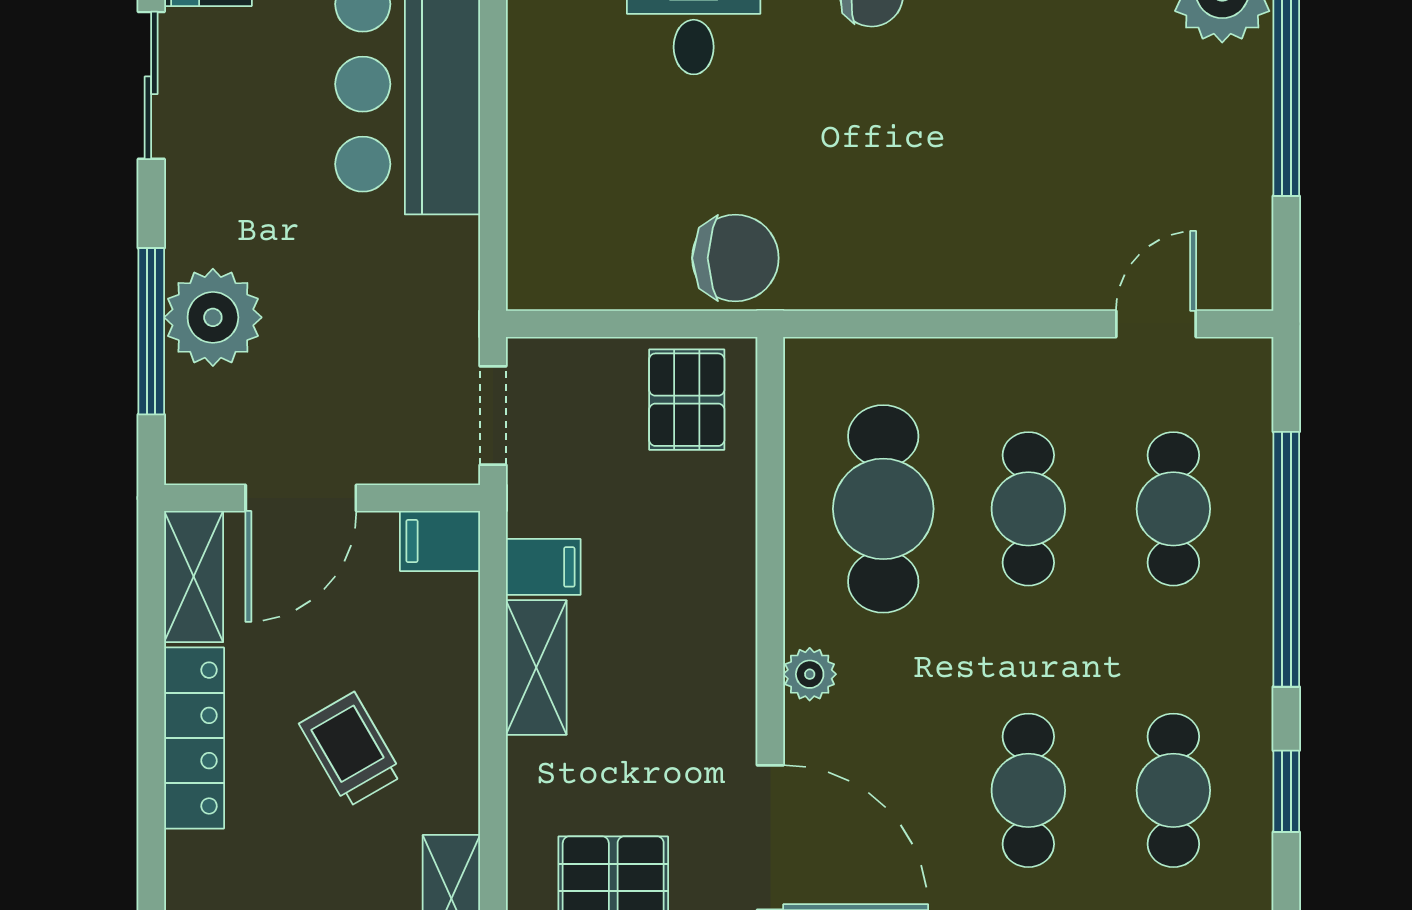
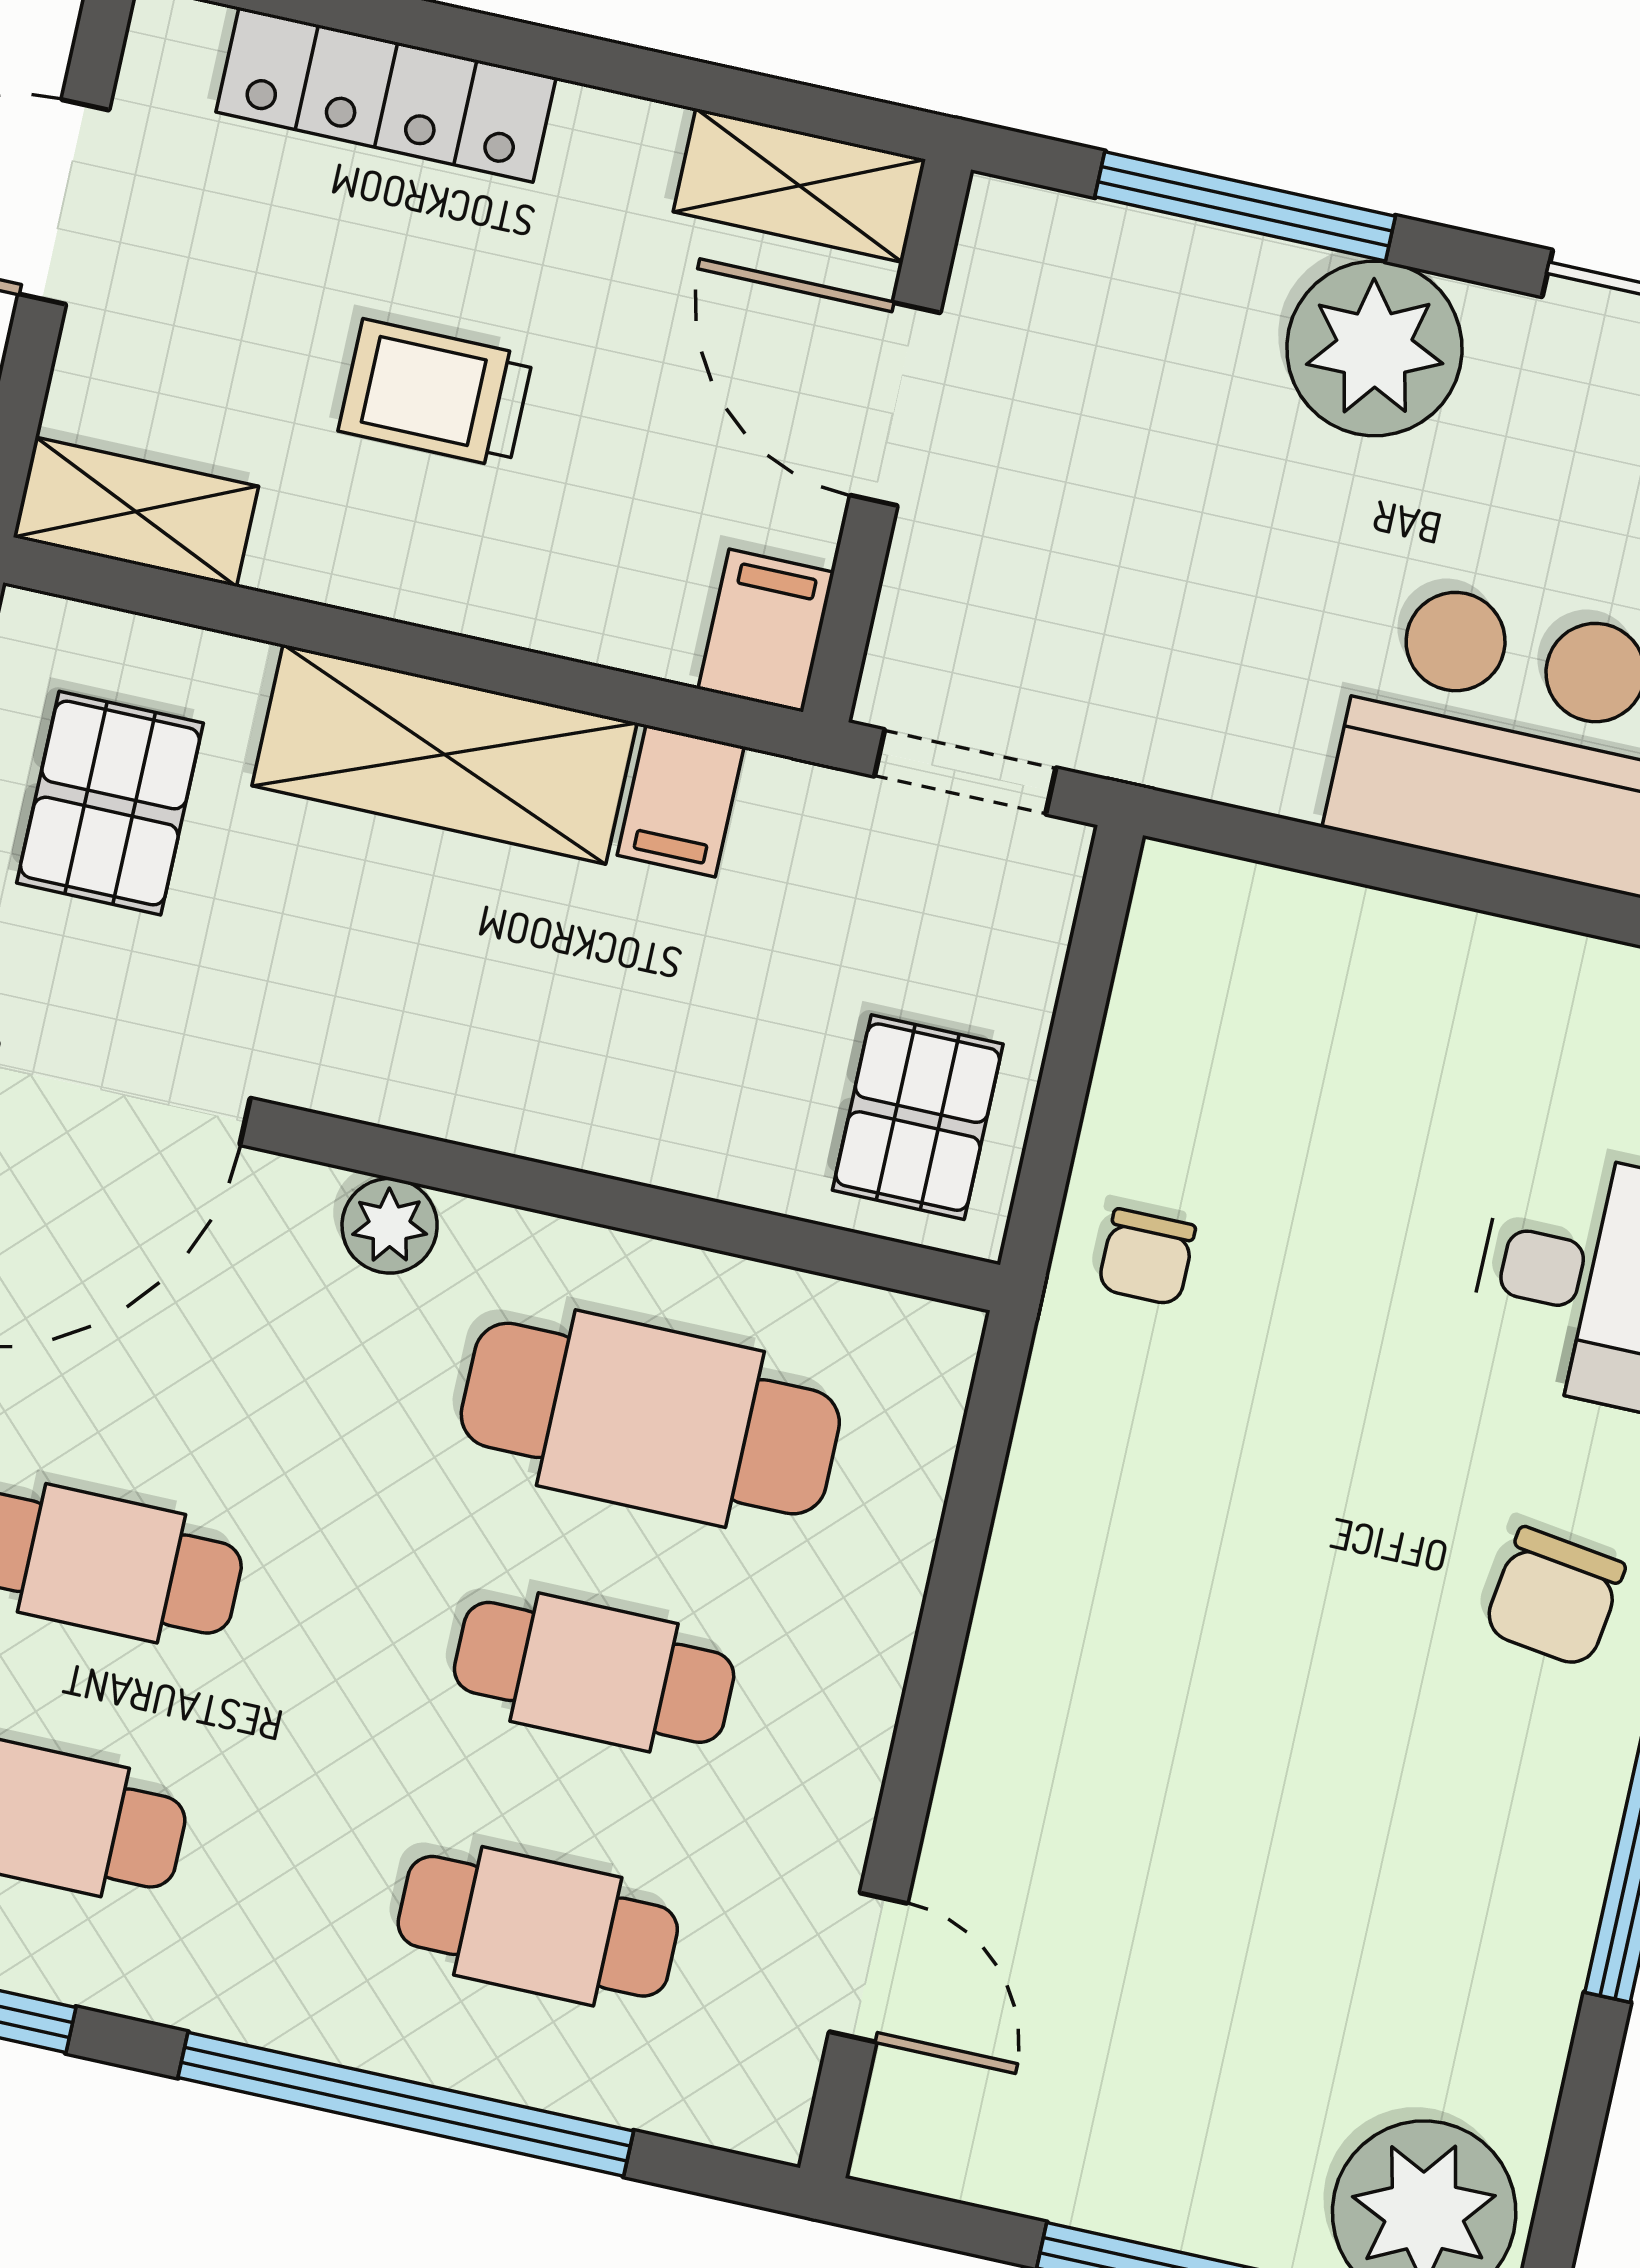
chair: (735, 258) -> (1147, 1257), width x0.54, depth x0.54
plant: (213, 317) -> (1374, 348), moved
pallet: (687, 400) -> (918, 1117), turned 90
shelving: (536, 667) -> (444, 754), width x1.50, depth x1.33
locker: (194, 738) -> (386, 95), moved
trolley: (351, 750) -> (436, 394), turned -150

